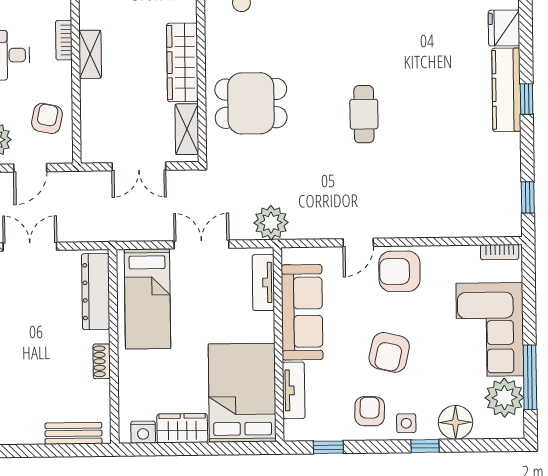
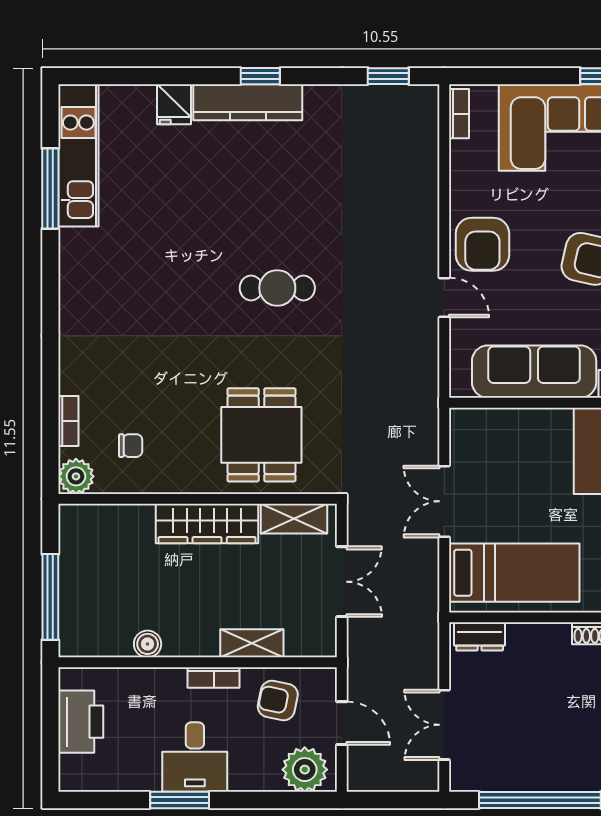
boiler: (89, 18) -> (148, 644), added
fridge: (504, 28) -> (174, 104), width x0.72
bookcase: (64, 40) -> (214, 677), moved
shelving: (90, 54) -> (252, 643), moved
plant: (271, 223) -> (417, 411), removed
tv unit: (263, 283) -> (495, 422), removed
dresser: (96, 292) -> (480, 636), width x0.51, depth x0.80

